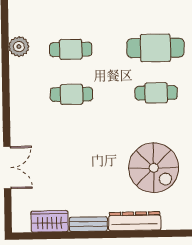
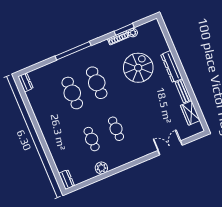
cafe table: (156, 93) -> (97, 83), width x1.37, depth x1.35

